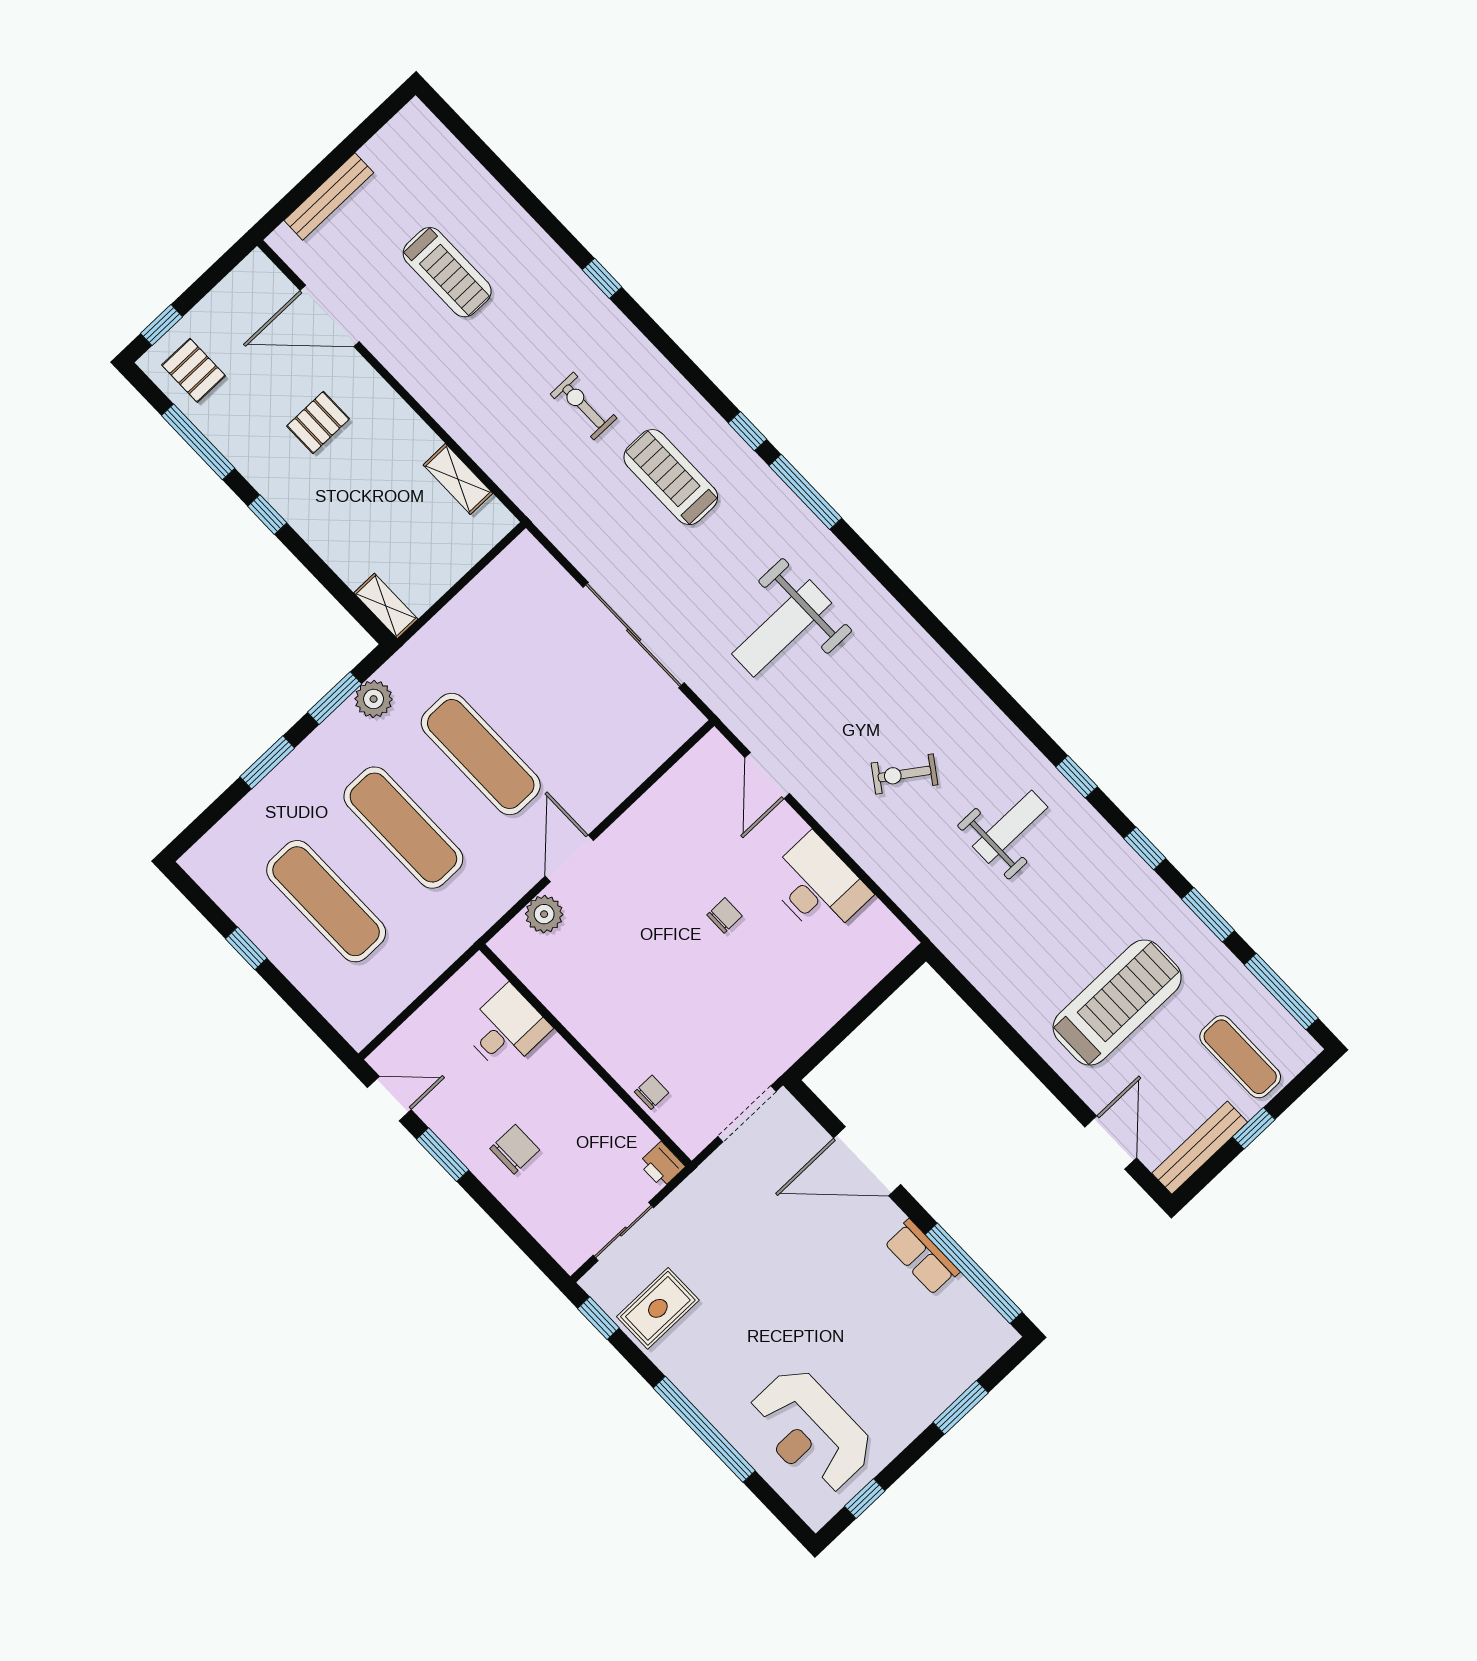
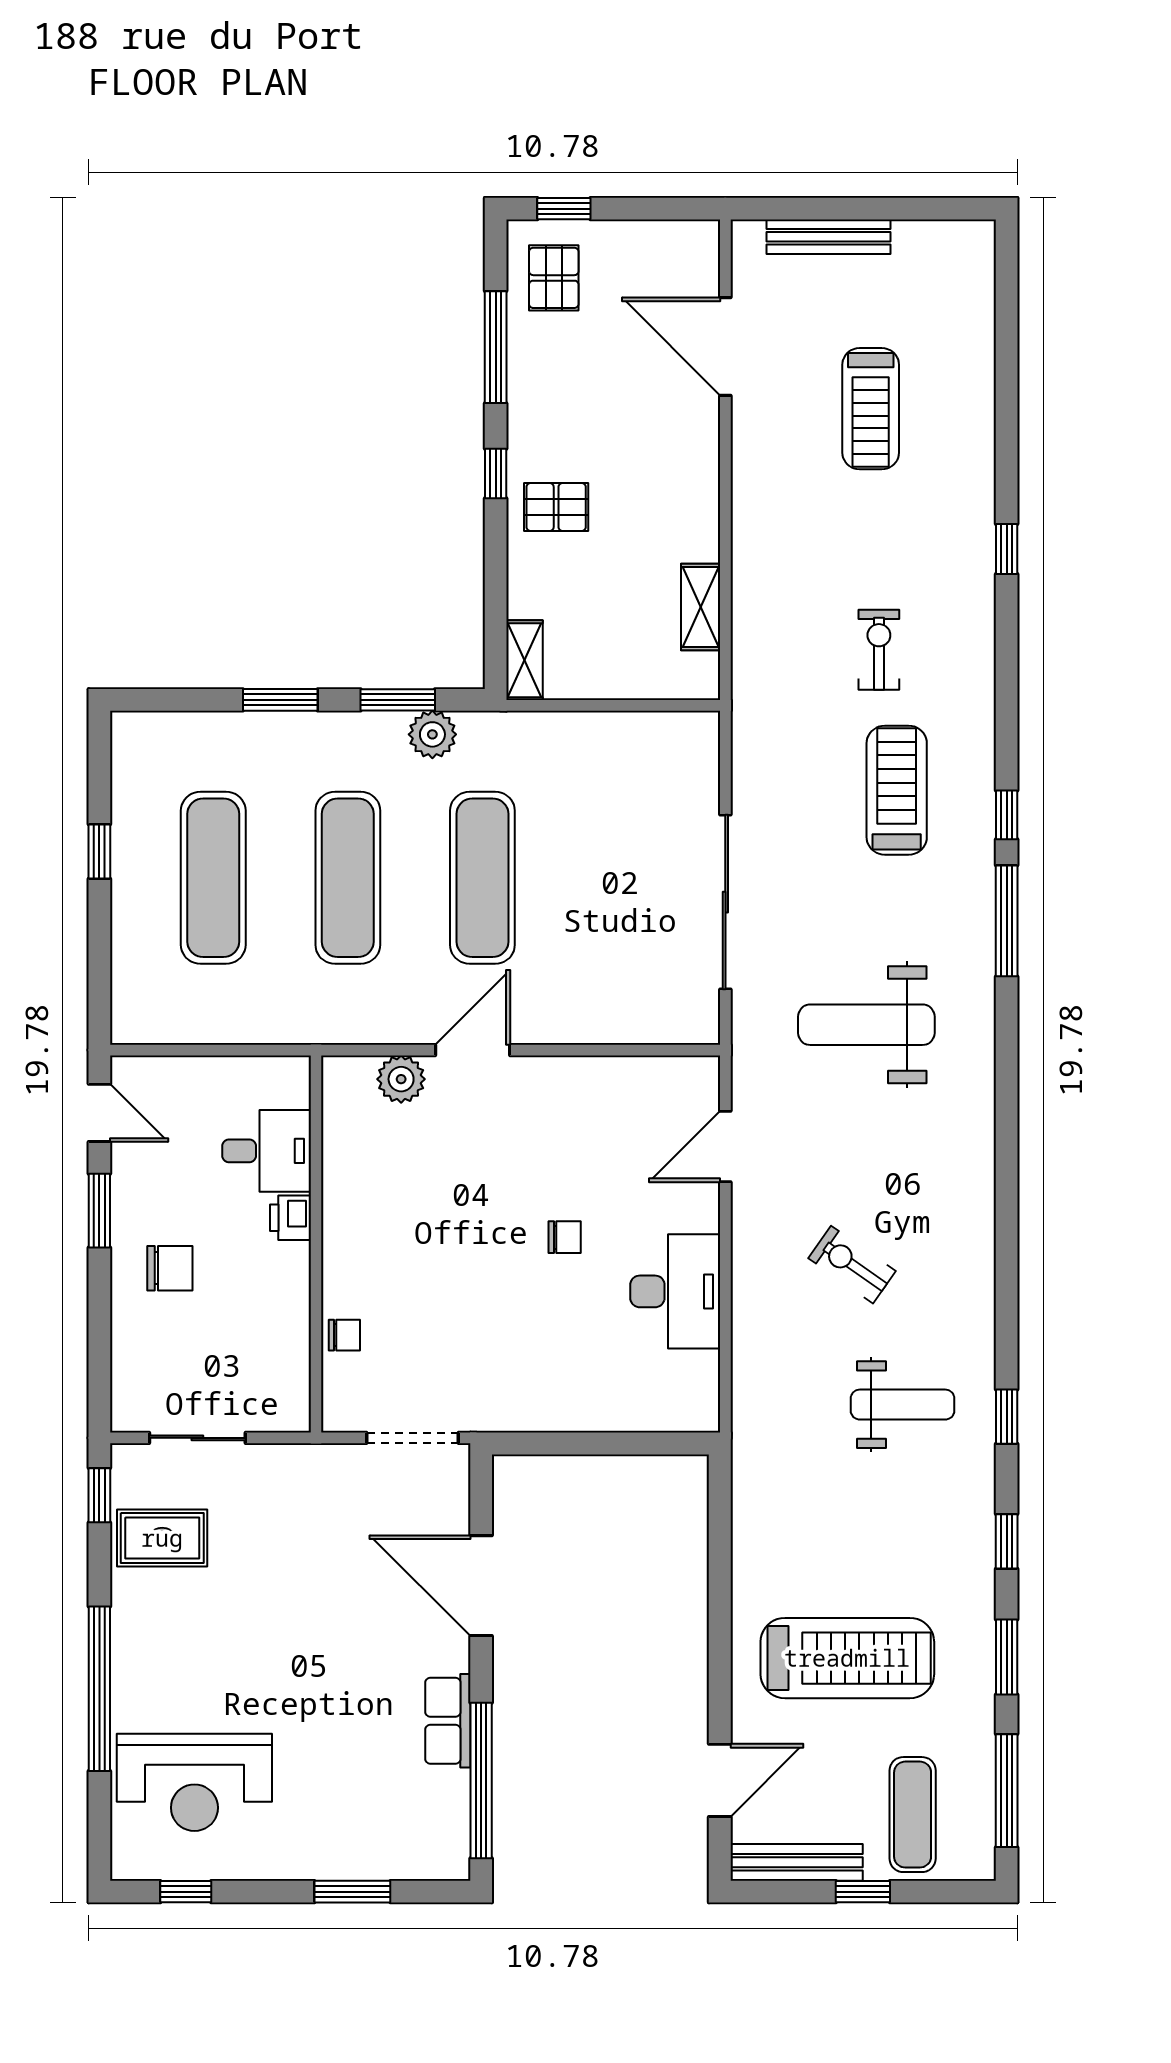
pallet: (318, 422) -> (556, 507), moved
printer: (662, 1165) -> (290, 1218), moved
reception desk: (810, 1431) -> (194, 1782), turned -90

